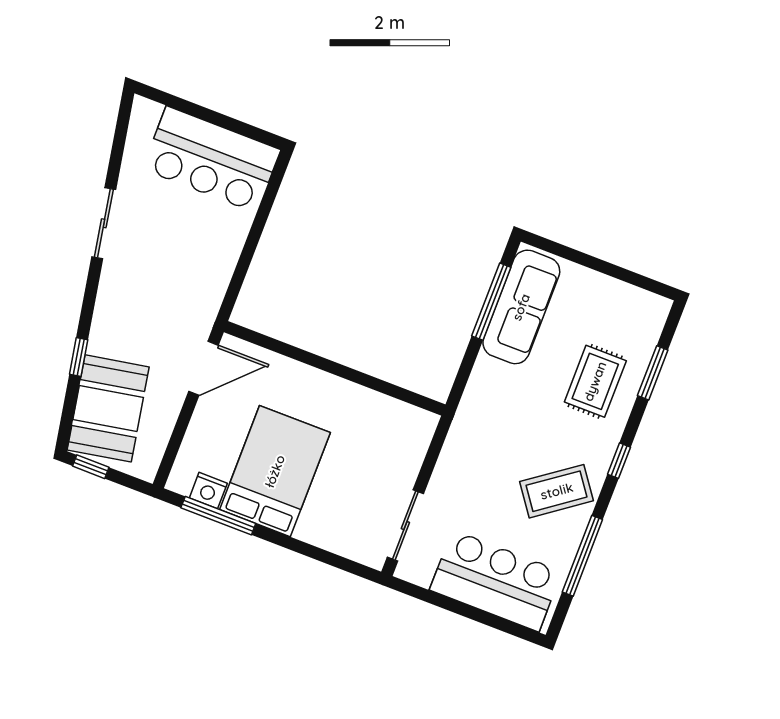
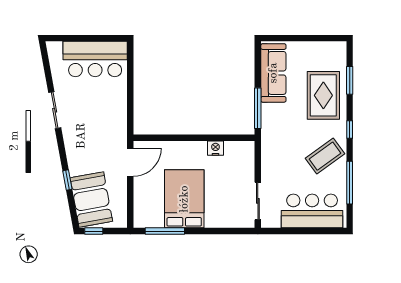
window: (491, 302) -> (258, 108), moved
rug: (595, 381) -> (323, 95), width x1.36, depth x1.43
nightstand: (208, 491) -> (215, 148), moved, turned 180

